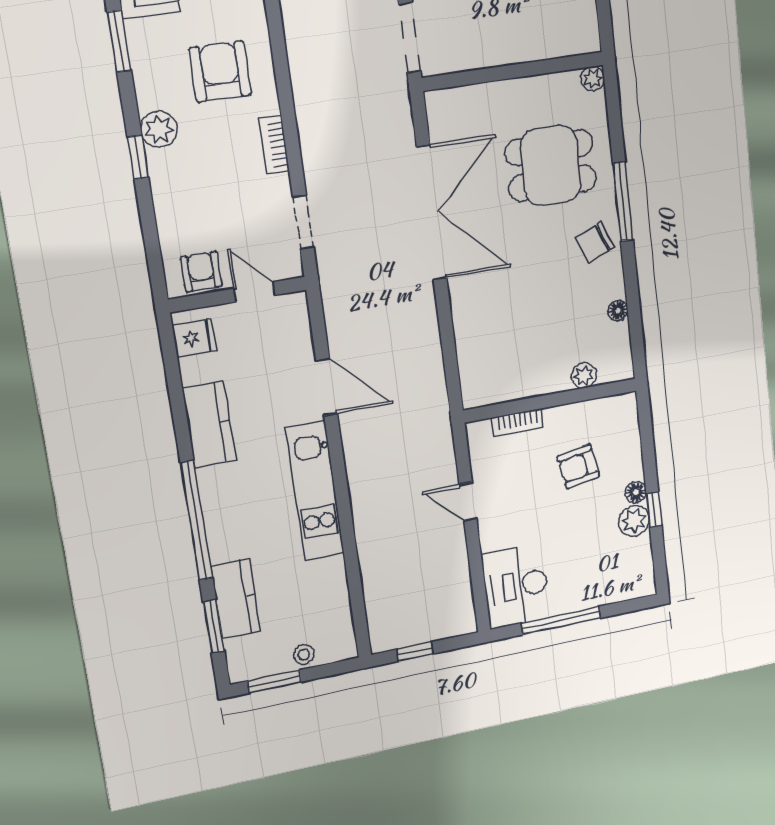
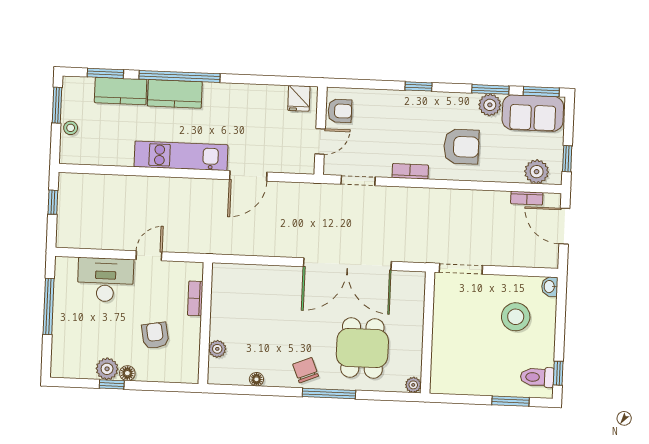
plant: (159, 129) -> (490, 105), moved
kitchen counter: (209, 424) -> (175, 94), moved
desk: (516, 586) -> (105, 280), moved

